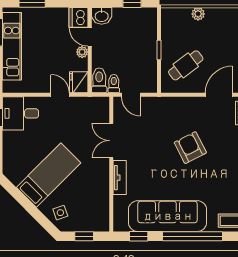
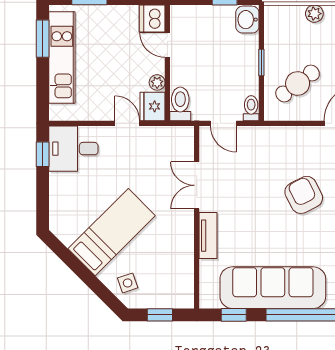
washbasin: (102, 16) -> (247, 20), moved, turned 90
plant: (82, 52) -> (157, 82), moved
toilet: (114, 84) -> (251, 108), moved

